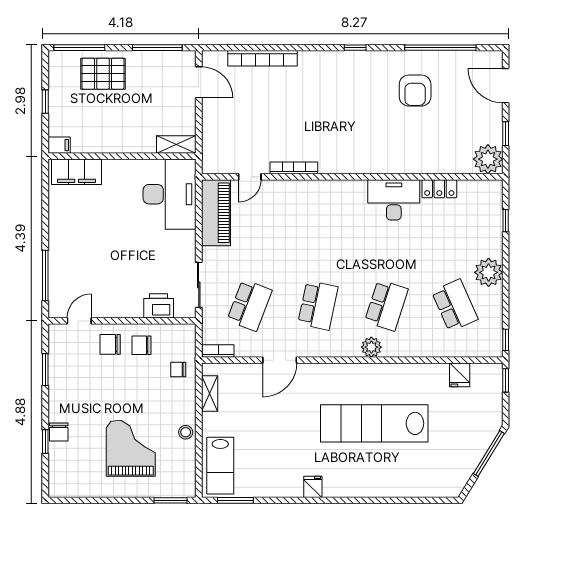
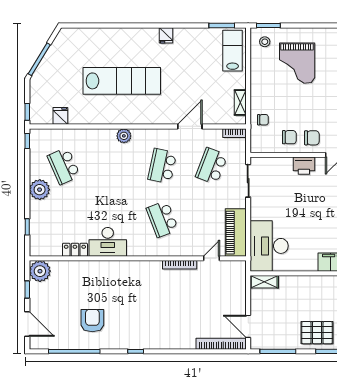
bookcase: (262, 58) -> (221, 344), moved
school desk: (386, 305) -> (162, 219), moved, turned -39
printer: (159, 306) -> (304, 166), moved
stool: (186, 432) -> (265, 42), moved

